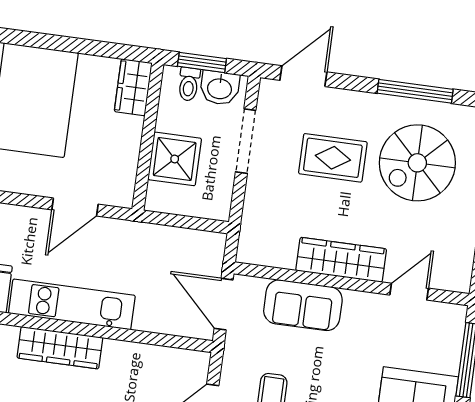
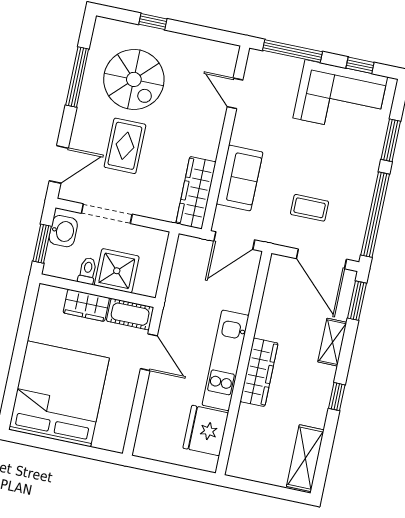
door: (303, 76) -> (59, 164), swing flipped
toilet: (189, 84) -> (87, 271), moved, turned -90
wardrobe: (133, 87) -> (86, 305), moved
cot: (121, 180) -> (130, 314), added
wardrobe: (341, 260) -> (196, 193), moved

